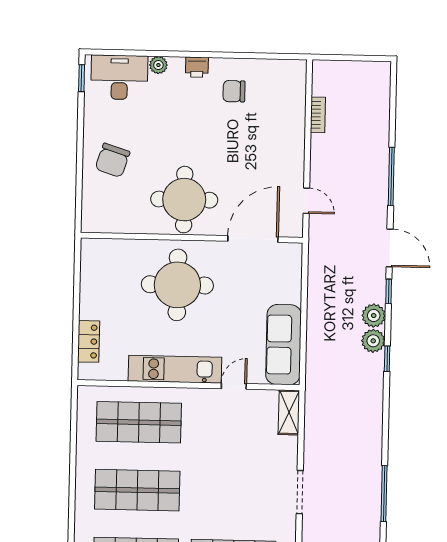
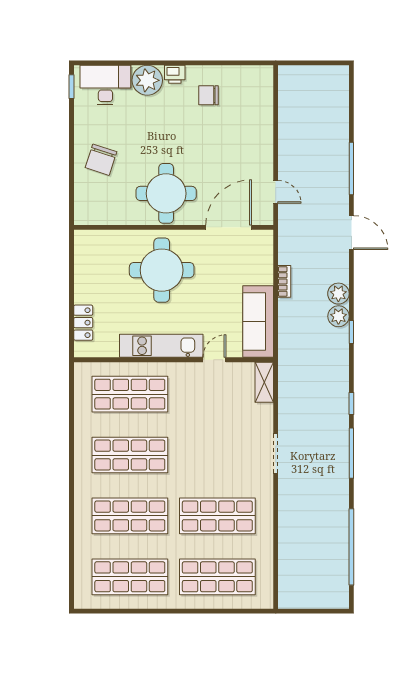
plant: (158, 65) -> (147, 80), width x1.88, depth x1.88
bookcase: (318, 115) -> (284, 281), moved
window: (389, 291) -> (351, 403), moved

